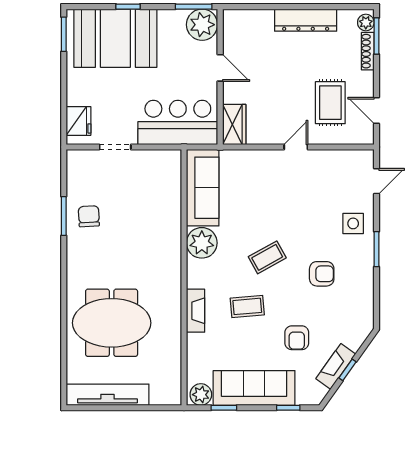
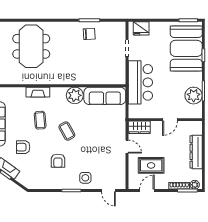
door: (220, 68) -> (170, 120), moved
wall: (220, 77) -> (165, 120), moved
wardrobe: (234, 125) -> (139, 127), moved

